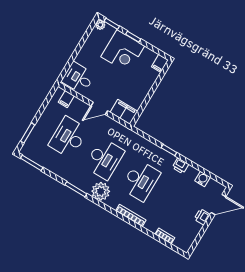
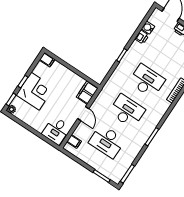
printer: (180, 166) -> (142, 37), moved
plant: (101, 191) -> (155, 116), removed

